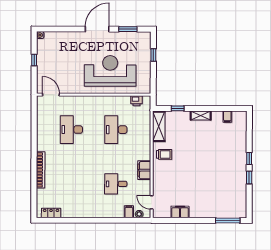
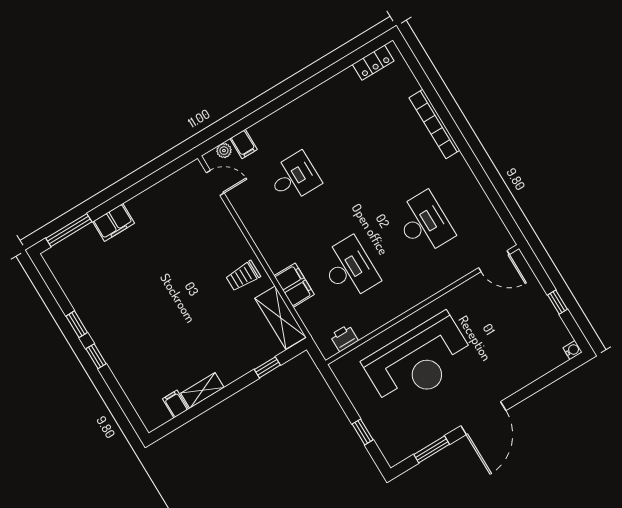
shelving: (201, 115) -> (202, 390), moved
filing cabinet: (144, 170) -> (294, 285), moved
filing cabinet: (180, 212) -> (114, 222), moved

